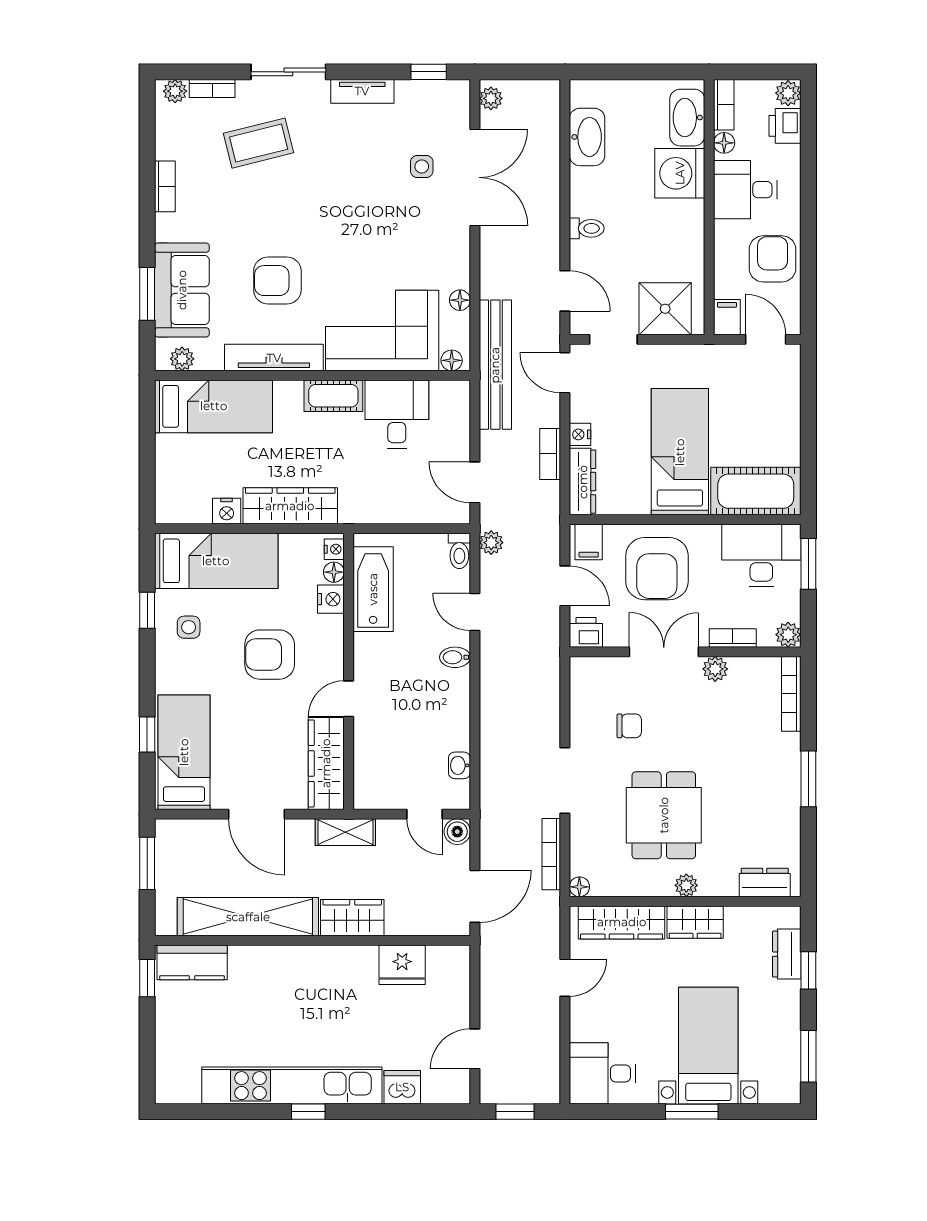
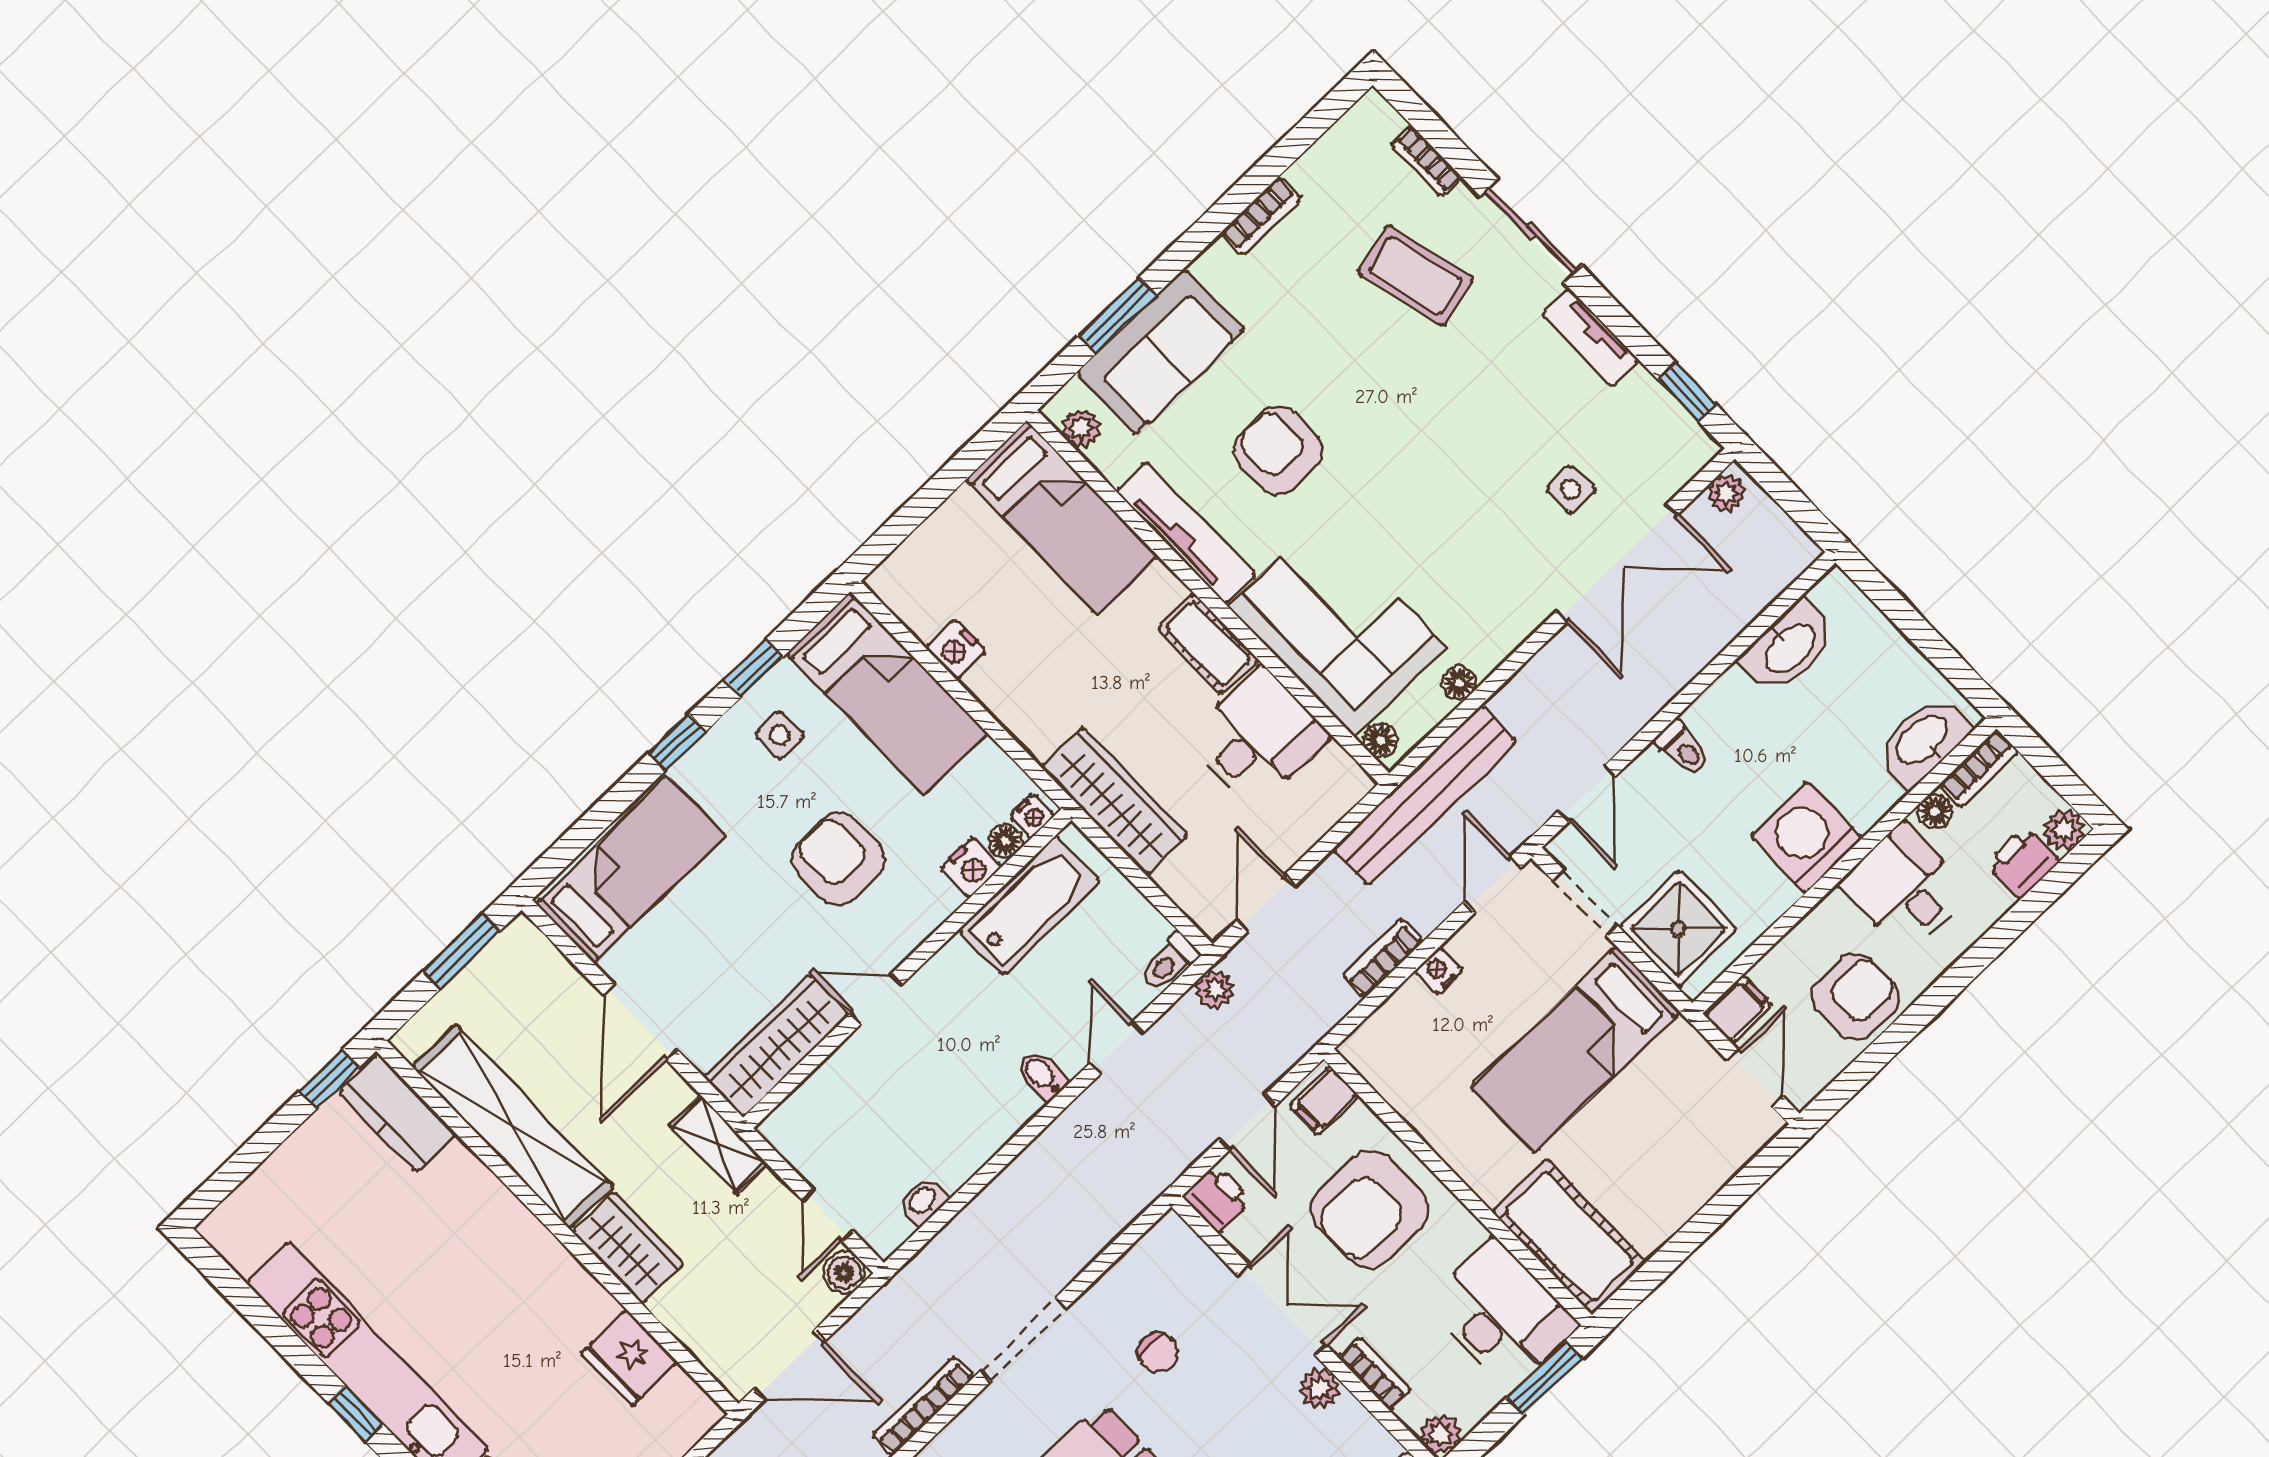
plant: (175, 91) -> (1382, 121), removed
washing machine: (680, 173) -> (1806, 837), moved
bed: (680, 452) -> (1576, 1050), moved, turned 180
dresser: (583, 482) -> (1387, 1026), removed
wardrobe: (290, 506) -> (1115, 801), moved
window: (147, 734) -> (677, 742), moved

